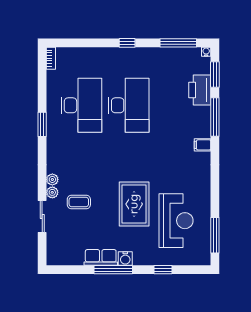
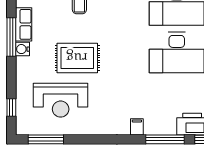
window: (163, 270) -> (11, 107), moved

